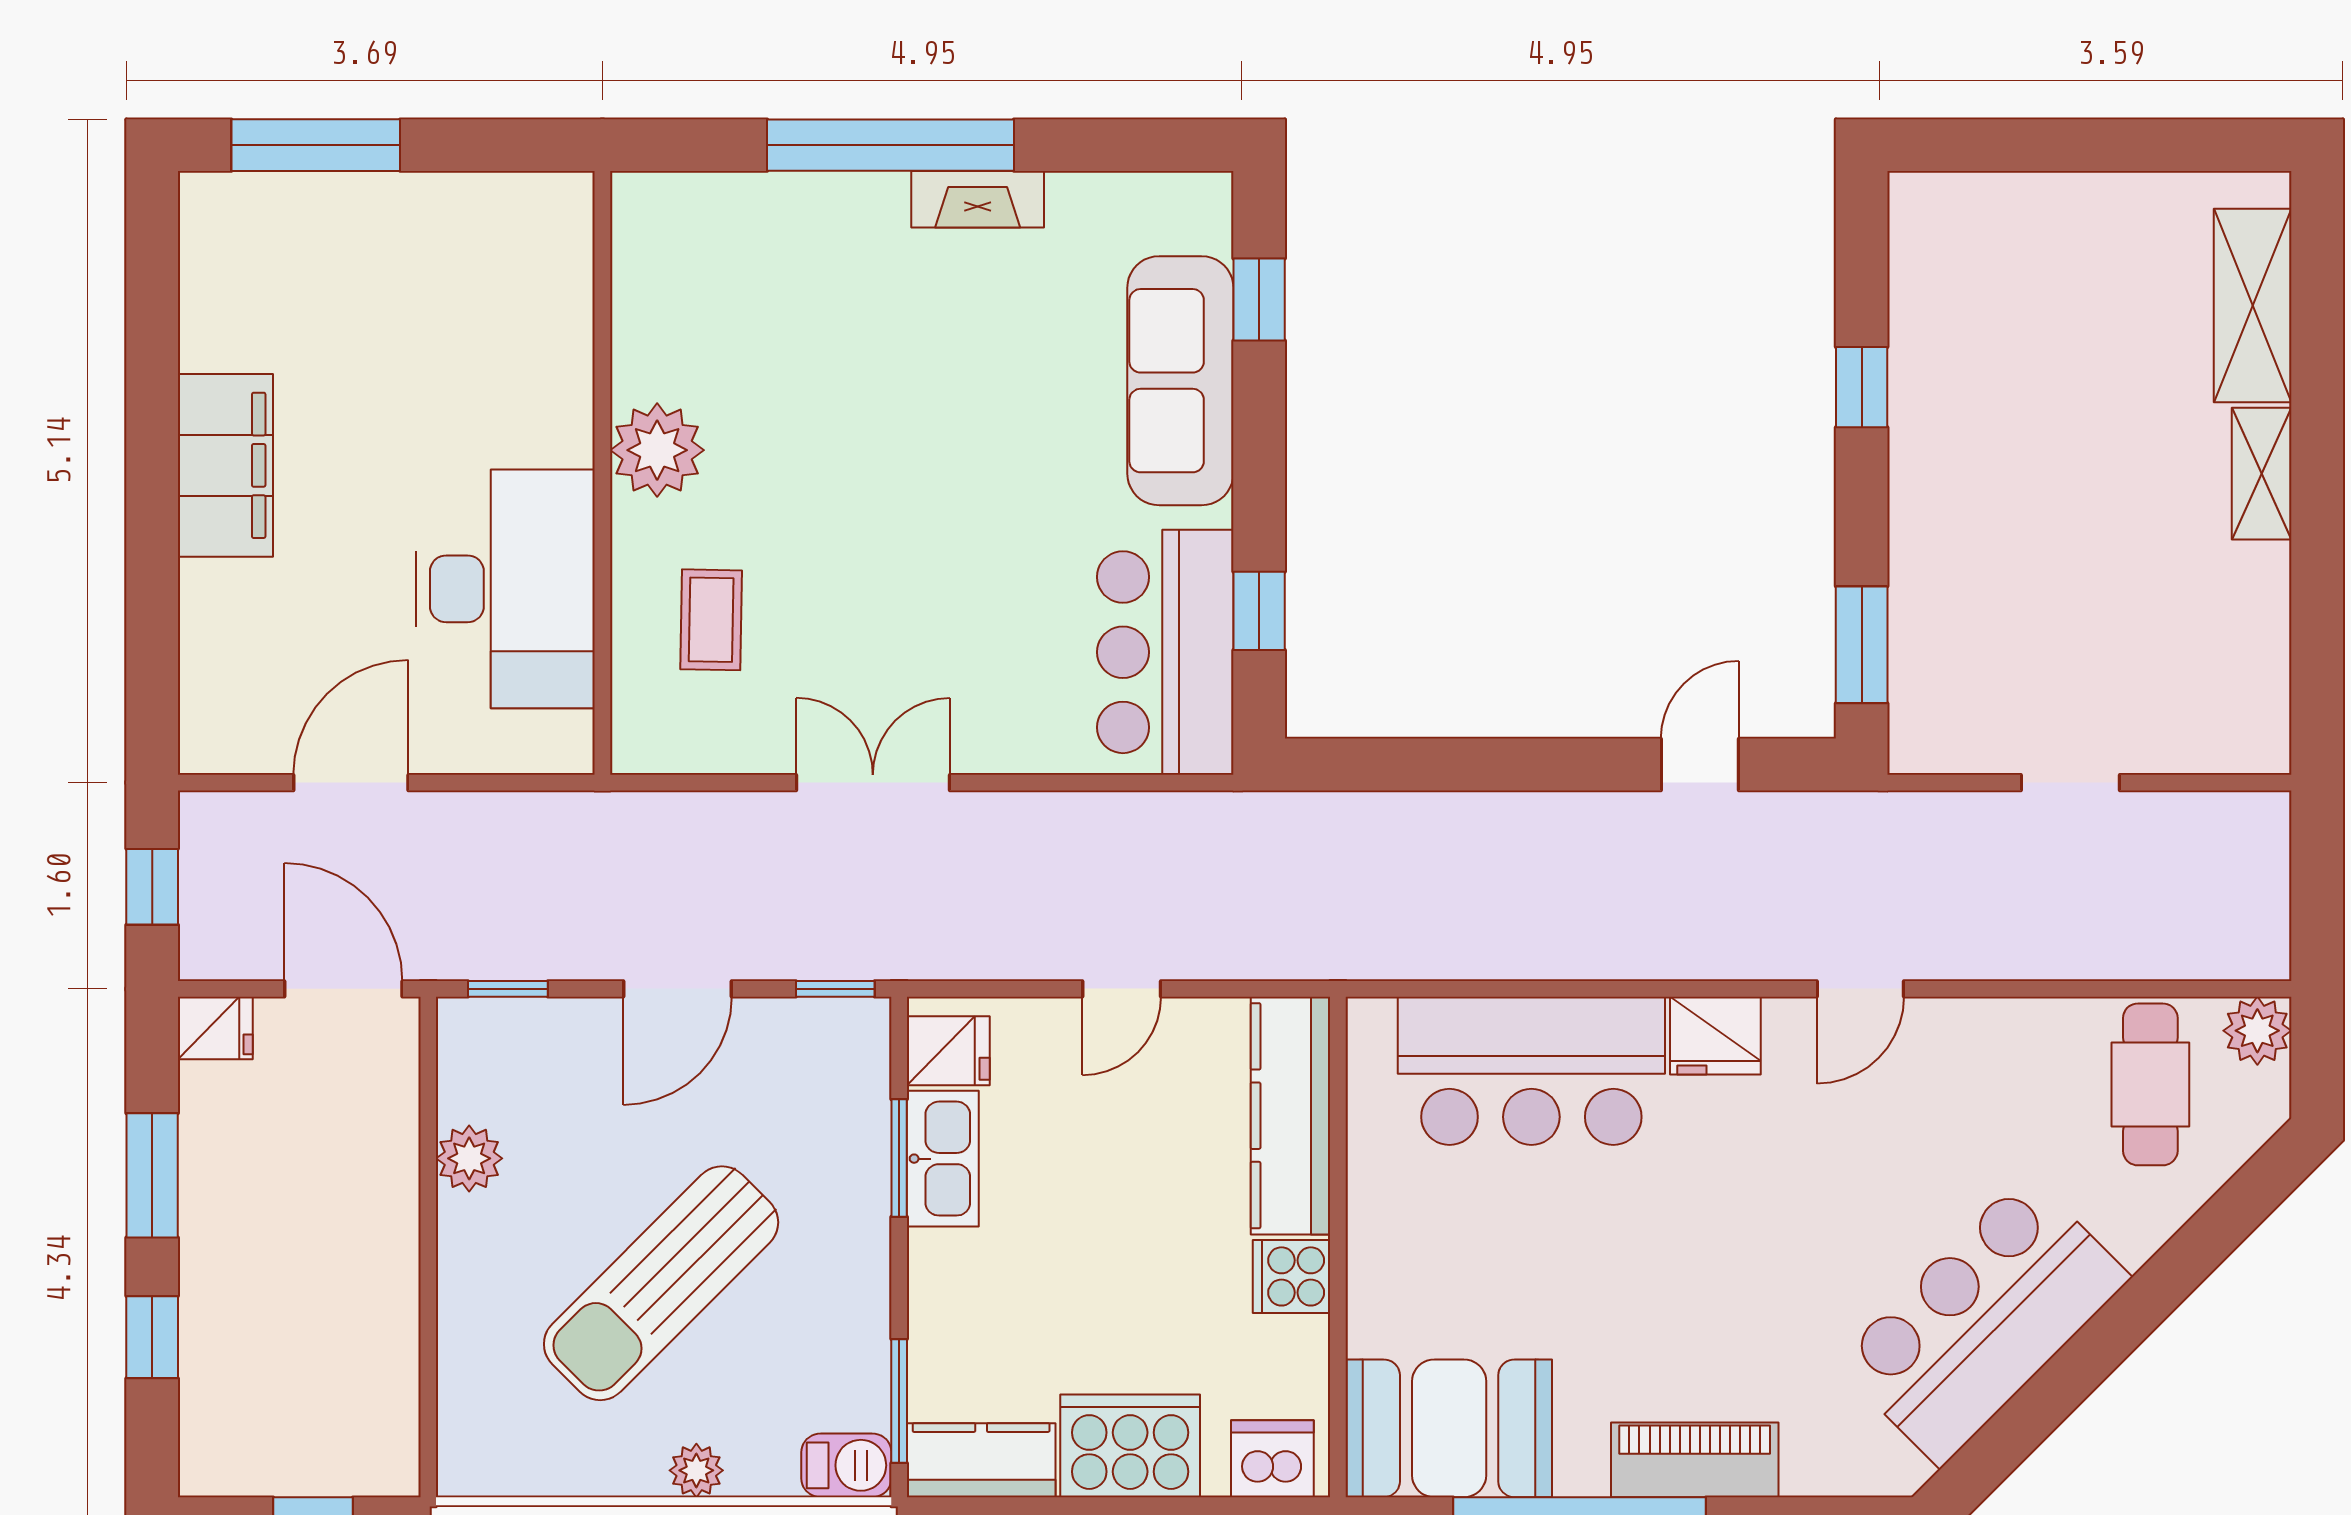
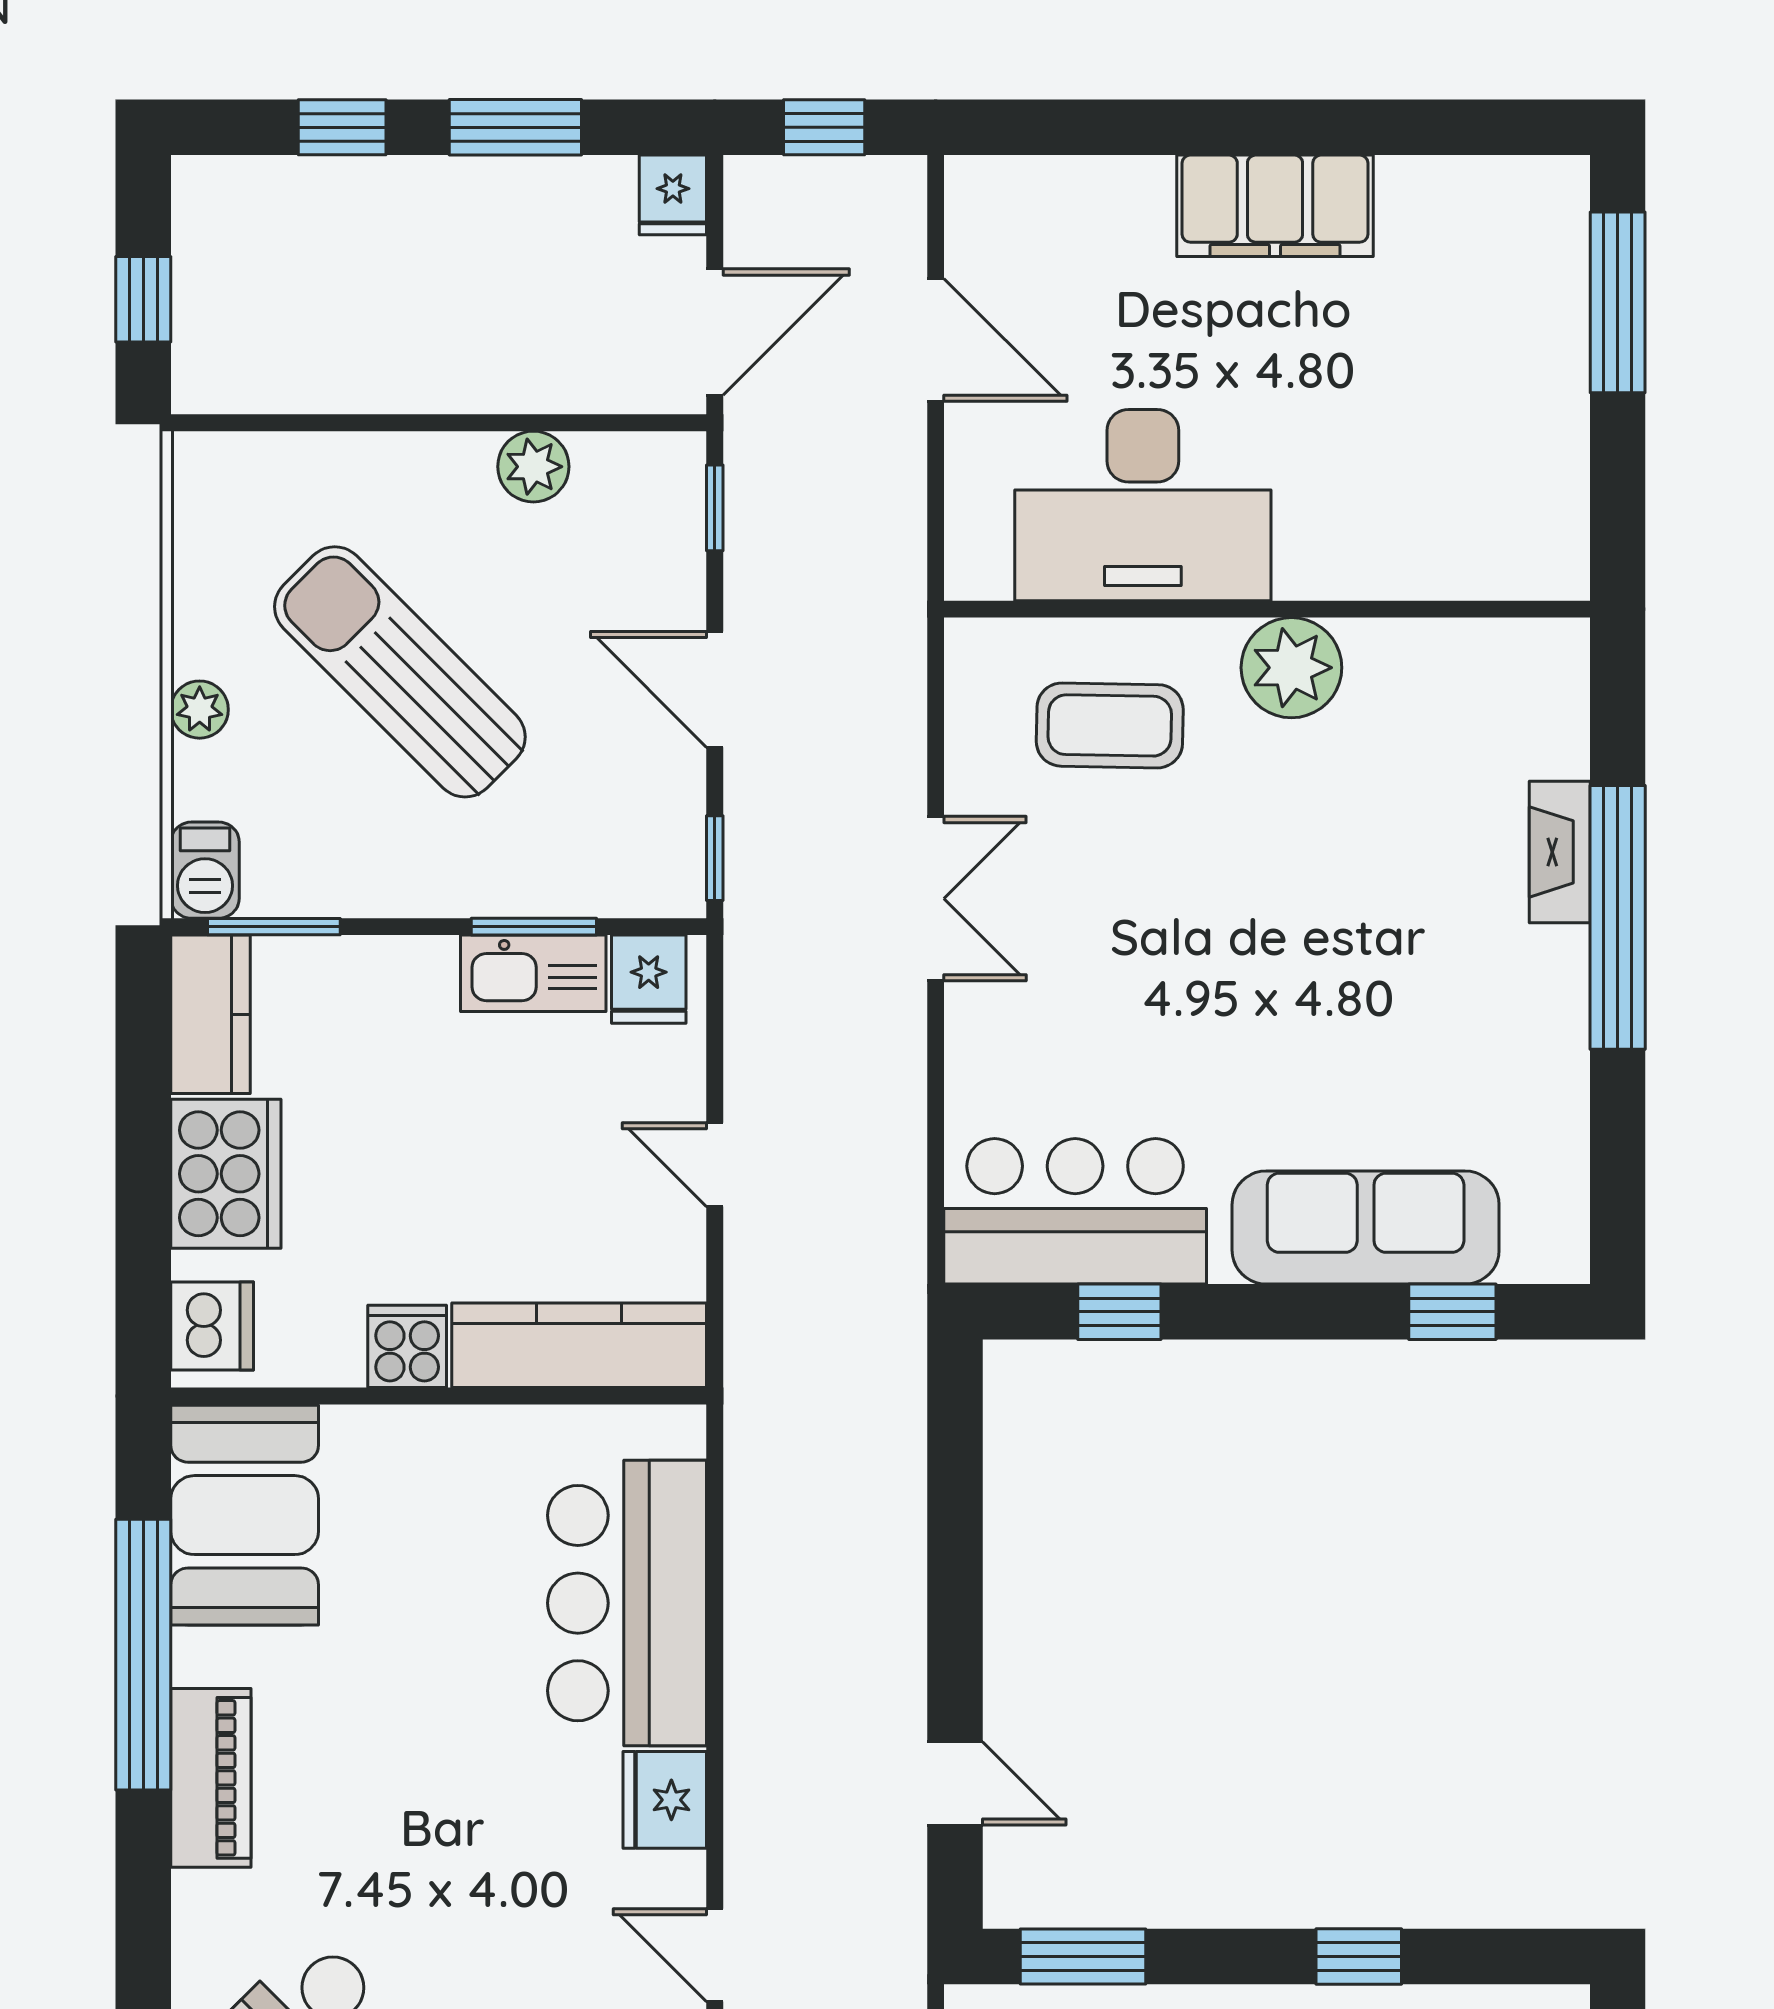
fireplace: (978, 199) -> (1560, 852), moved
coffee table: (711, 620) -> (1110, 725), width x1.36, depth x1.30

